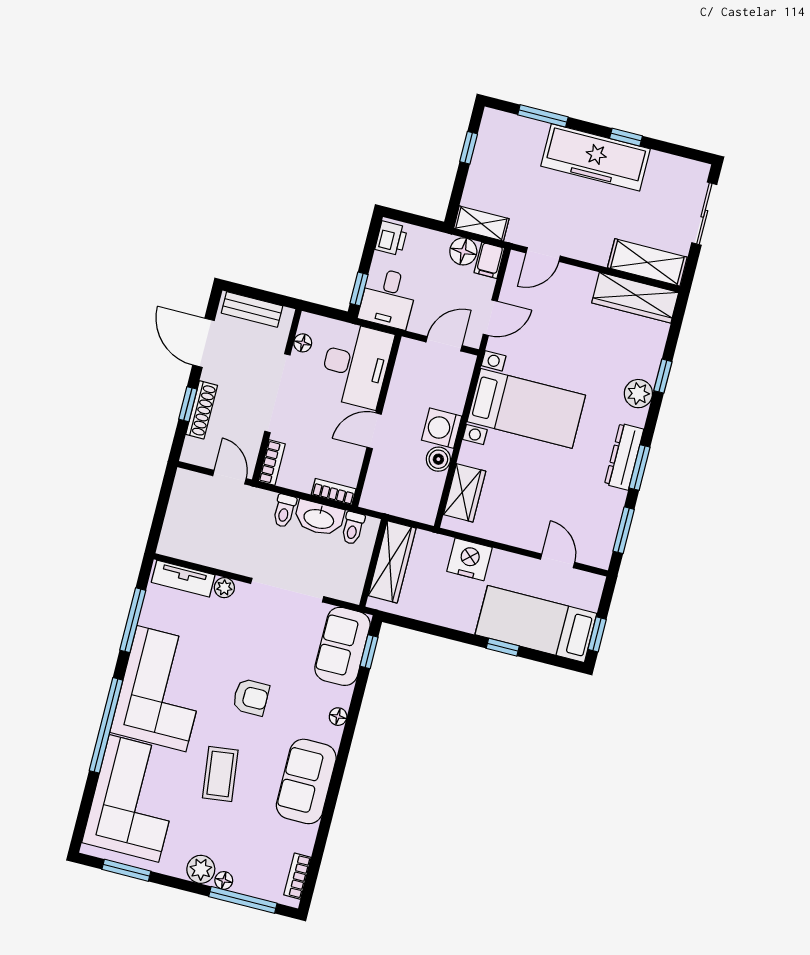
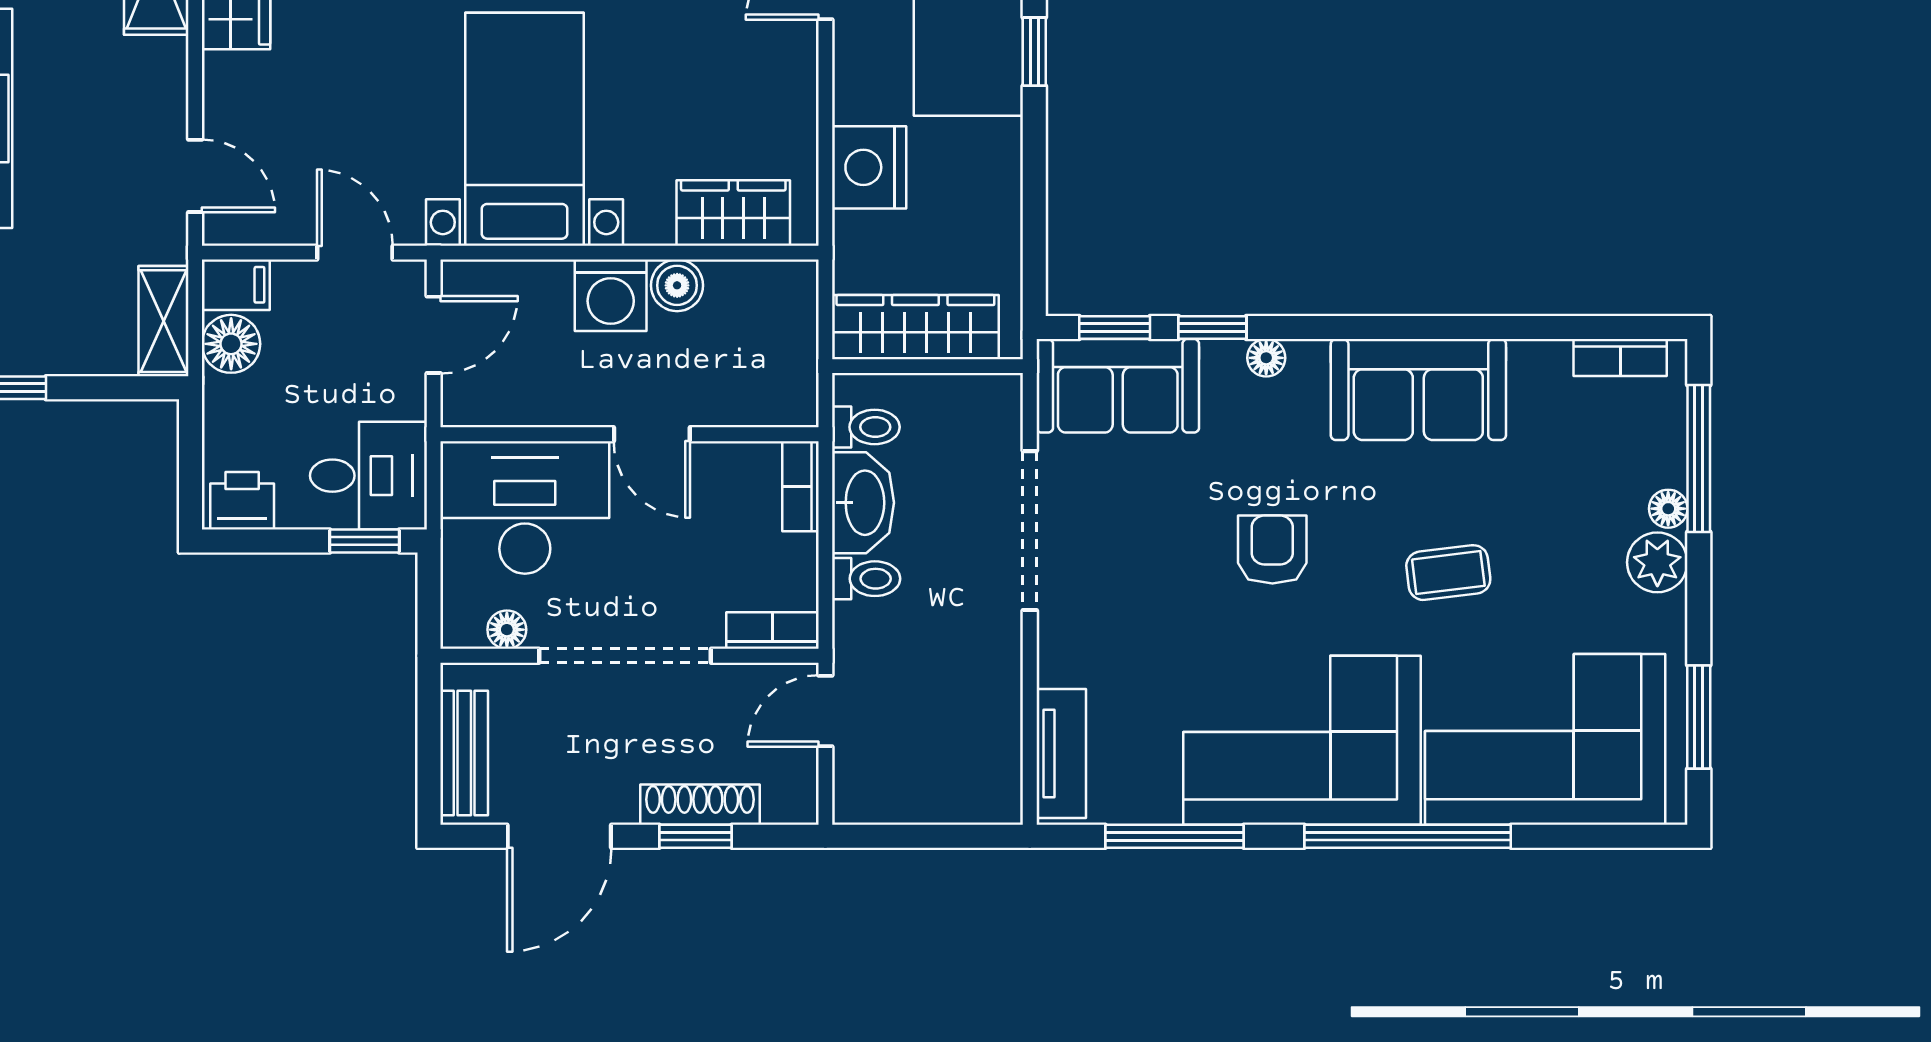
door: (444, 344) -> (434, 335), swing flipped
plant: (224, 588) -> (1058, 663), removed
window: (358, 696) -> (1212, 328), added
coffee table: (220, 774) -> (1448, 573), width x0.73, depth x0.77

